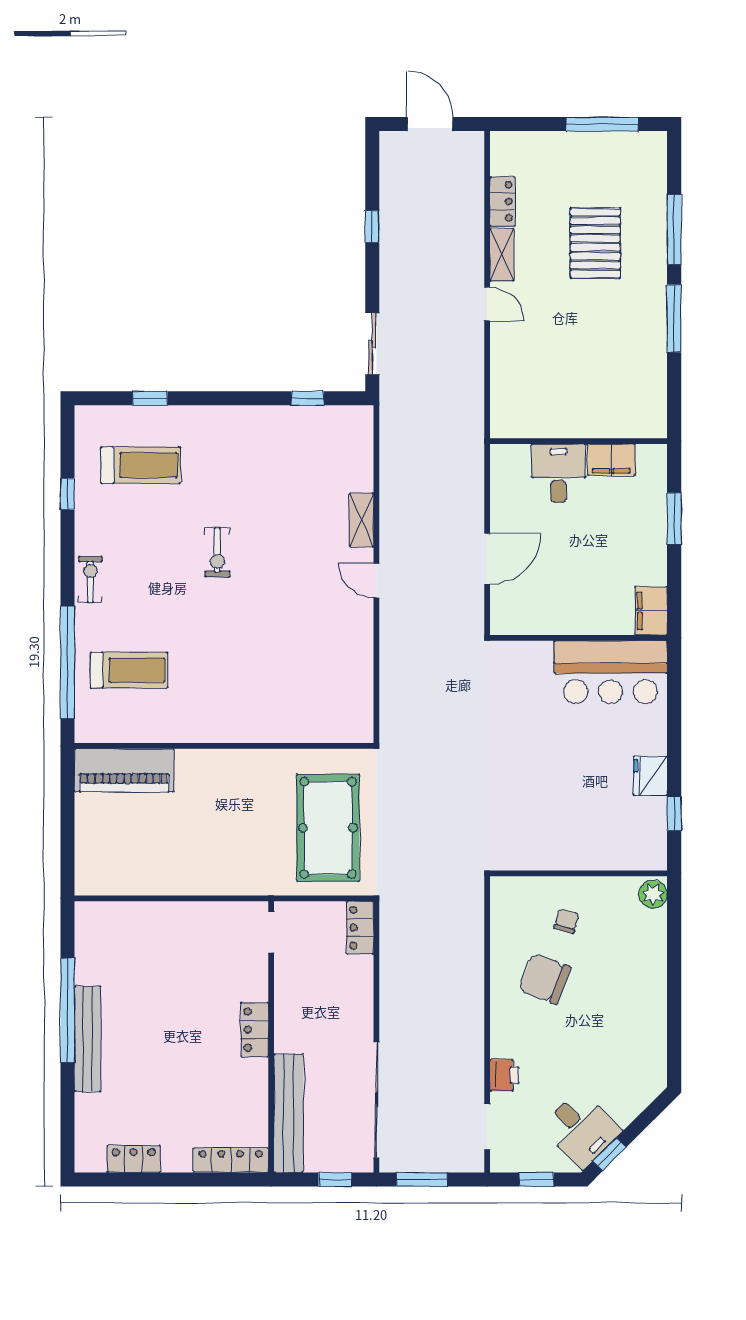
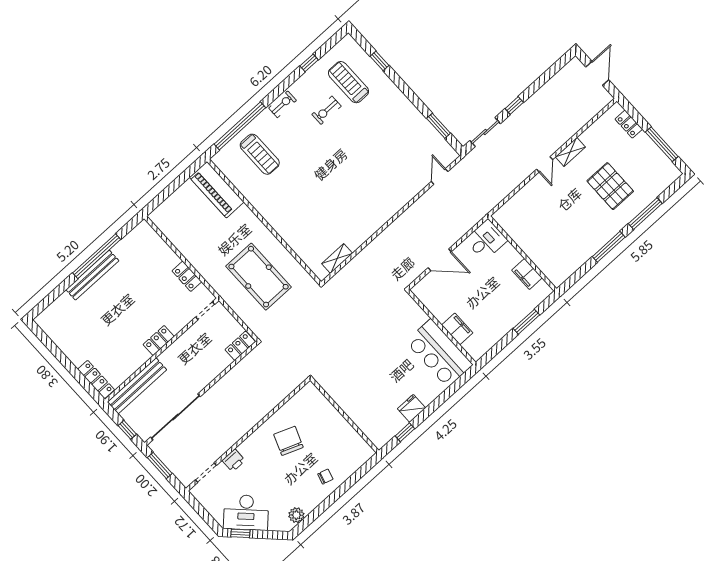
locker: (502, 201) -> (629, 124), moved, turned 90
window: (372, 227) -> (514, 106), moved
pallet: (595, 243) -> (610, 186), turned 90
window: (308, 398) -> (439, 126), width x1.50
treadmill: (141, 465) -> (349, 82), turned 180
desk: (558, 473) -> (486, 240), moved
shelving: (361, 520) -> (337, 259), moved
exercise bike: (217, 553) -> (326, 110), moved
door: (376, 581) -> (440, 177), moved
filing cabinet: (651, 611) -> (457, 329), moved, turned 90
pool table: (328, 828) -> (259, 277), moved, turned 90
plant: (653, 894) -> (296, 515), moved
chair: (566, 921) -> (325, 477), moved
desk: (581, 1129) -> (246, 512), width x1.37
locker: (134, 1159) -> (187, 276), moved, turned 180
window: (536, 1179) -> (203, 513), removed

